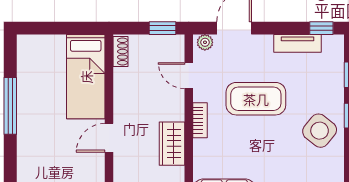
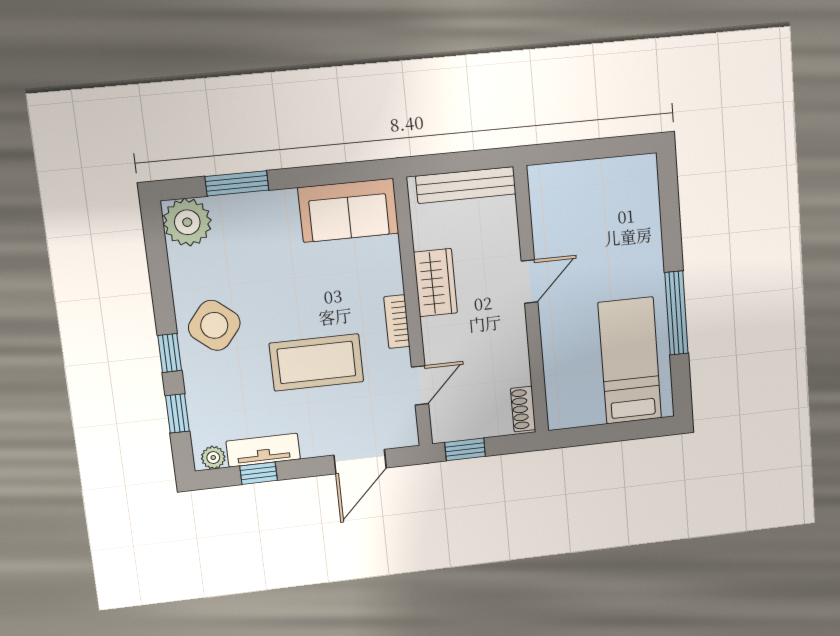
window: (321, 28) -> (259, 473), moved
plant: (205, 42) -> (213, 458), moved
door: (189, 76) -> (420, 385), hinge flipped
bed: (86, 77) -> (630, 361), moved

